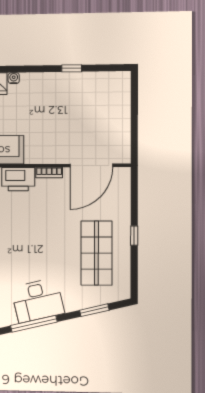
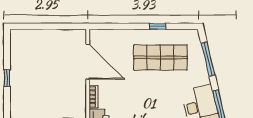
window: (134, 236) -> (158, 26), moved
window: (94, 310) -> (208, 59), width x1.44

